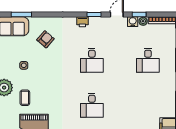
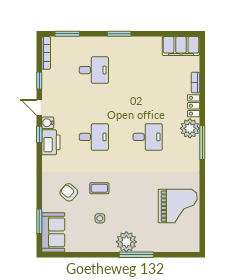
plant: (143, 21) -> (47, 76), removed
printer: (82, 22) -> (51, 142), width x1.87, depth x1.48
water cooler: (133, 22) -> (48, 123), moved
coffee table: (25, 98) -> (99, 188), moved

